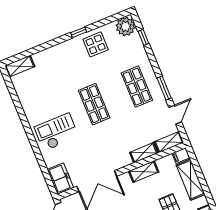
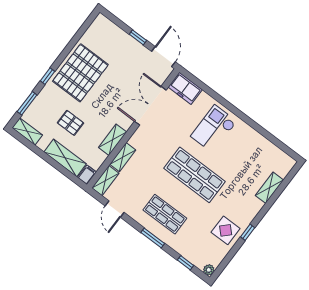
plant: (126, 26) -> (209, 270), width x0.53, depth x0.53
shelving: (20, 66) -> (269, 188), moved
window: (164, 88) -> (153, 238), moved
shop shelf: (94, 104) -> (195, 175), width x1.43, depth x1.36
checkout: (57, 132) -> (214, 129), turned 180

